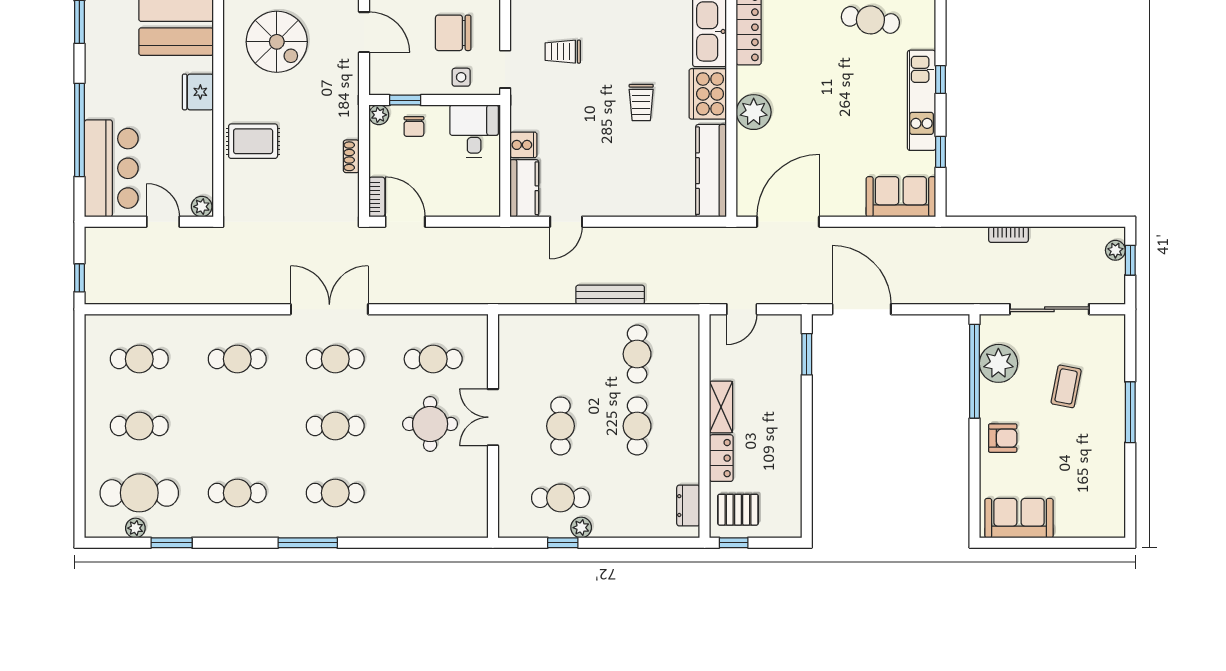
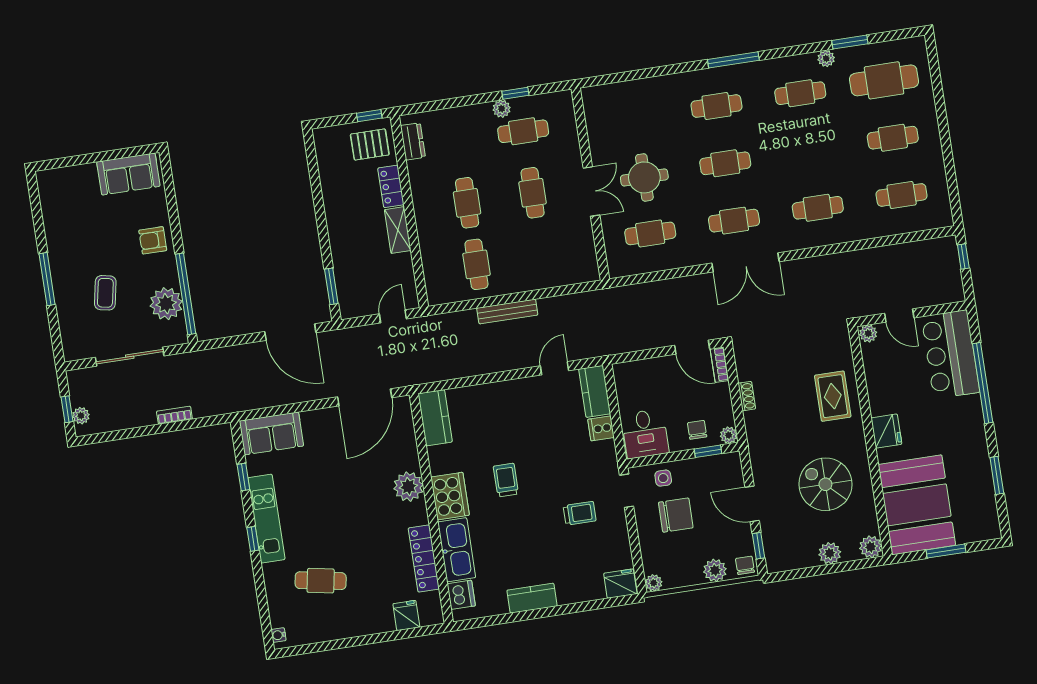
rug: (253, 141) -> (833, 396), turned 90
kitchen counter: (711, 171) -> (435, 418), width x0.67
plant: (135, 528) -> (826, 59), moved

